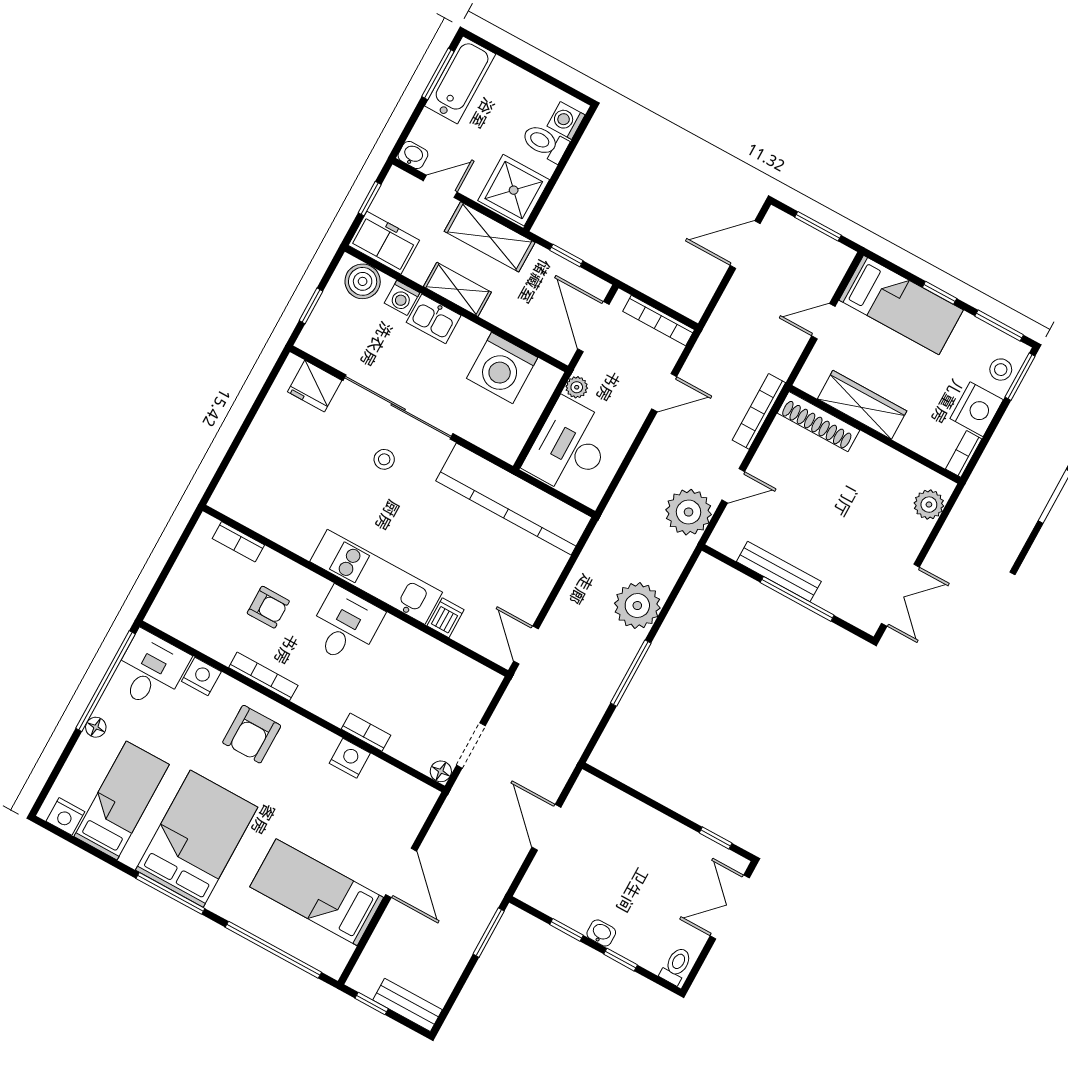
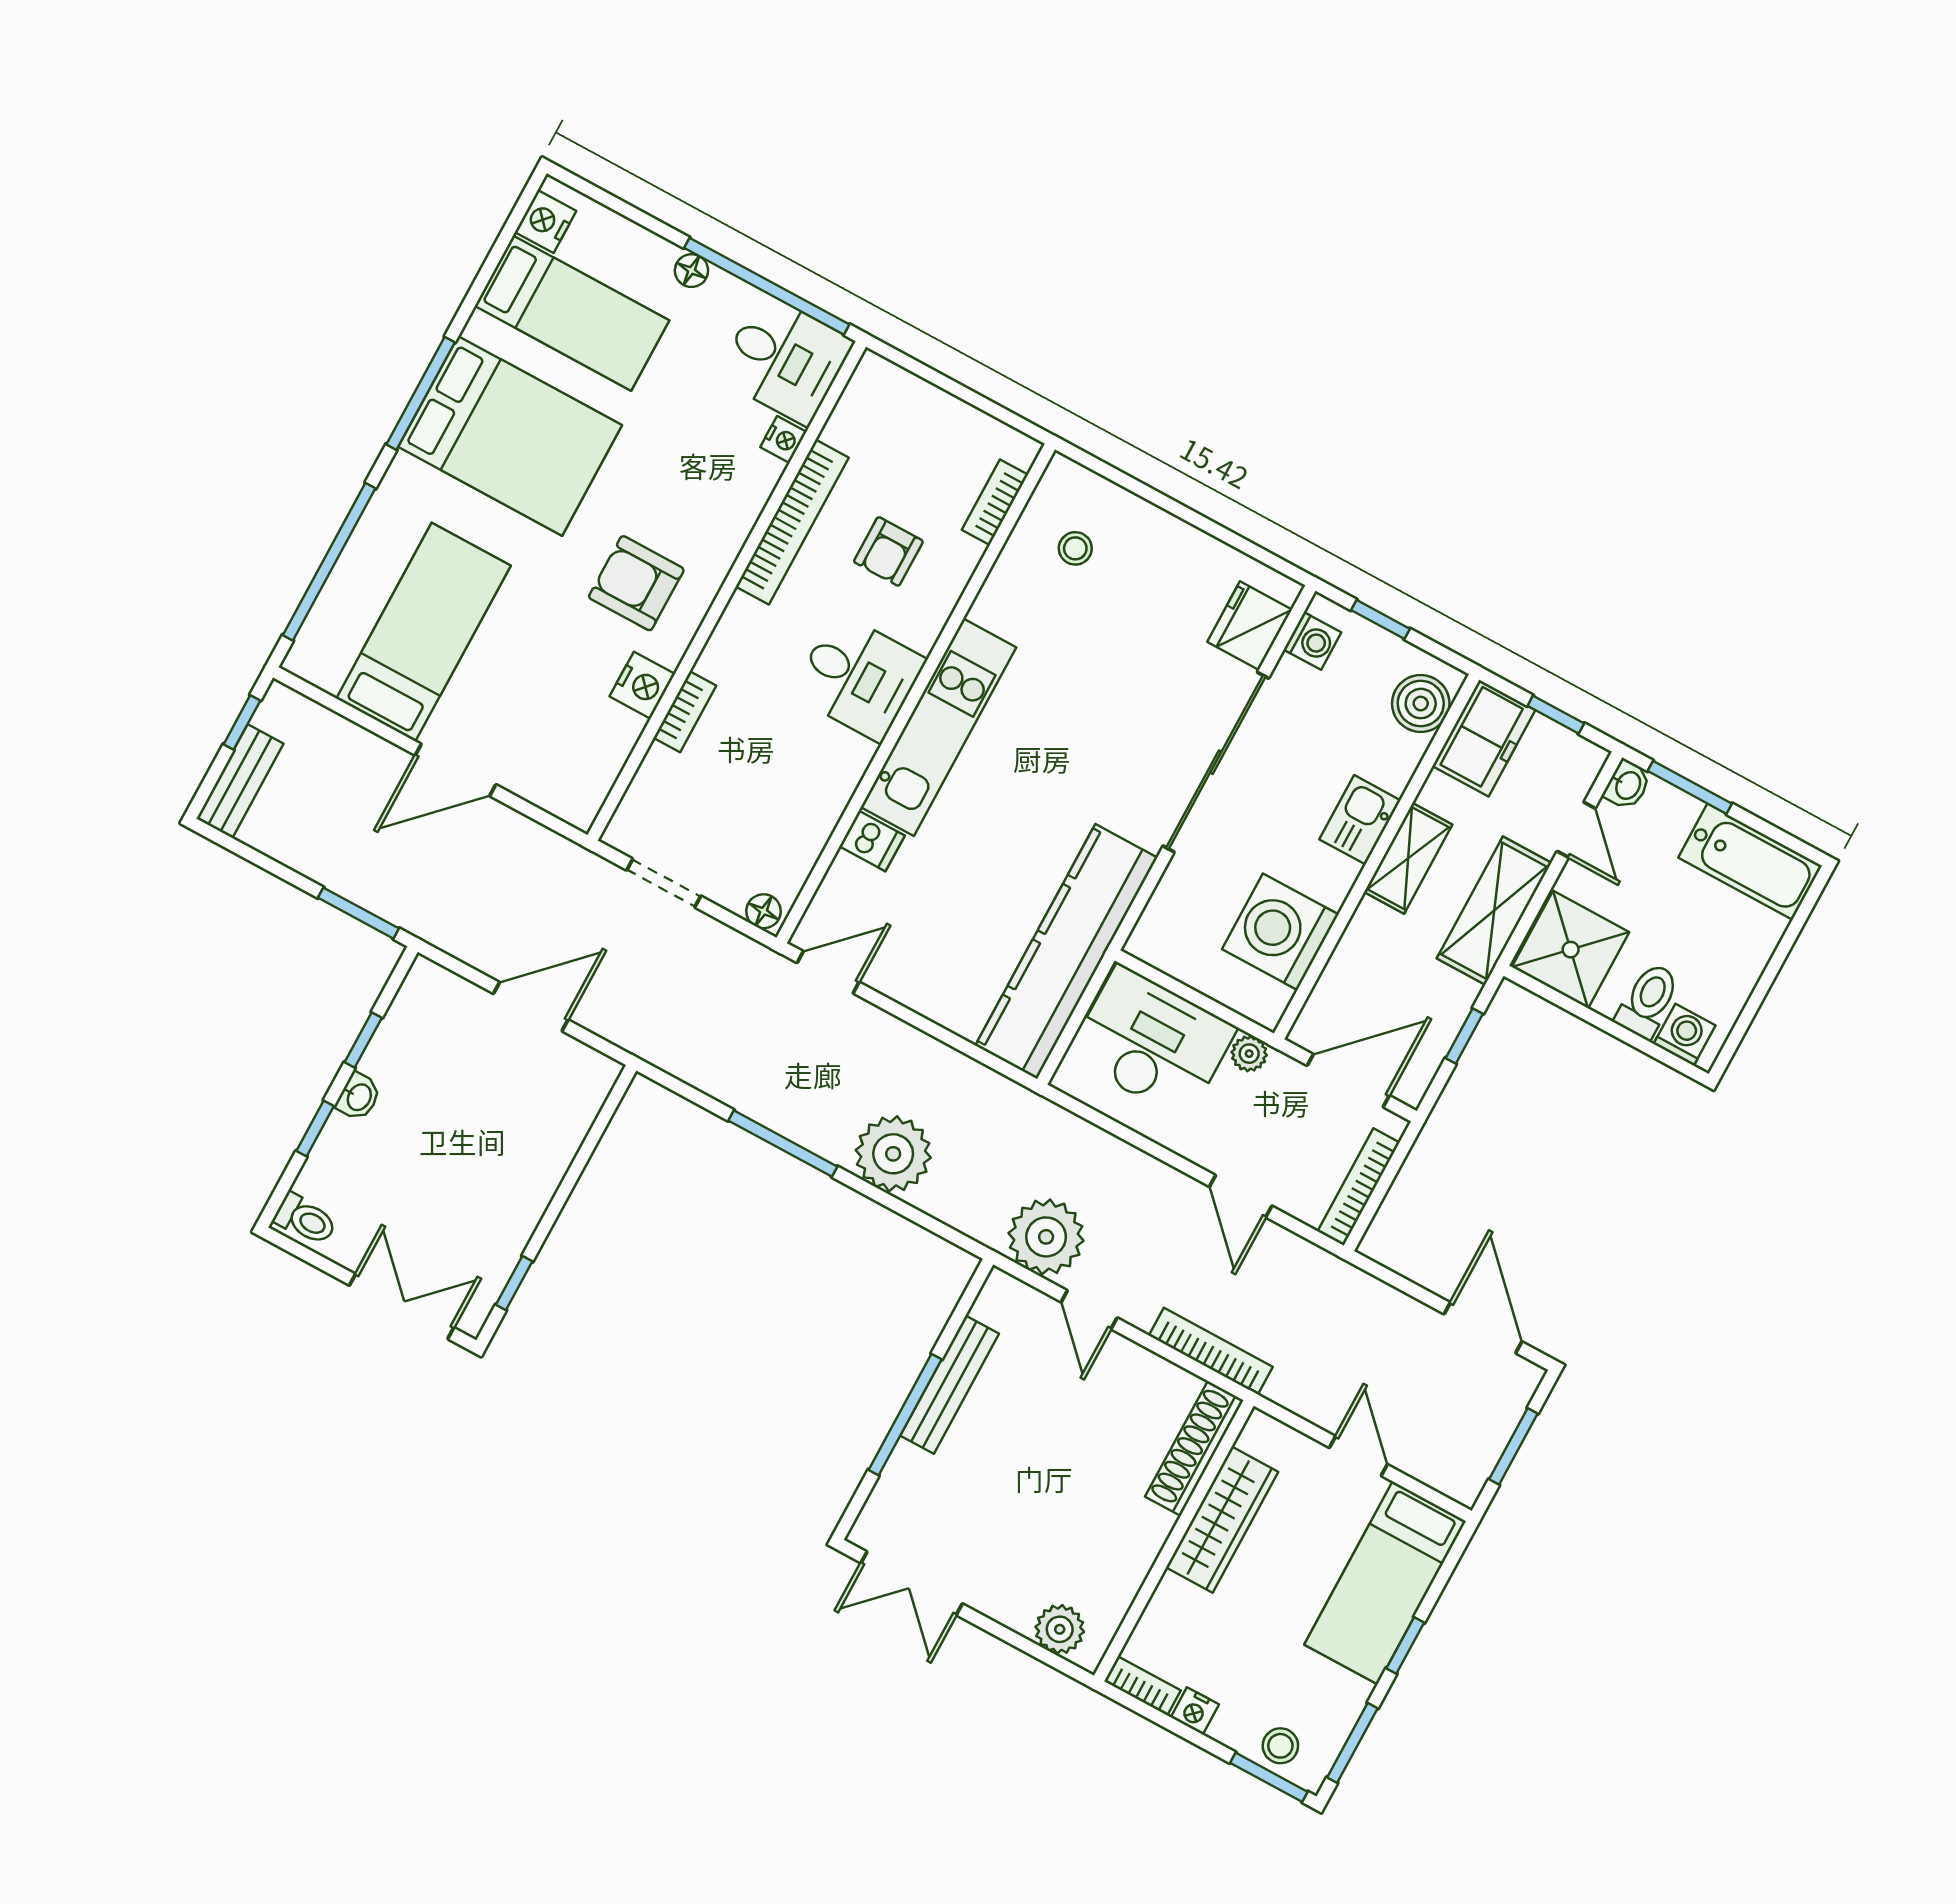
window: (438, 74) -> (1690, 787), moved
washing machine: (402, 298) -> (1312, 641), moved, turned 180
nightstand: (977, 409) -> (1195, 1711), width x0.53, depth x0.56
stool: (384, 459) -> (1075, 548), moved
nightstand: (201, 676) -> (783, 439), width x0.72, depth x0.74
bookcase: (263, 676) -> (792, 522), width x1.48, depth x1.31
armchair: (252, 734) -> (636, 583), moved
floor lamp: (441, 771) -> (763, 911), moved

